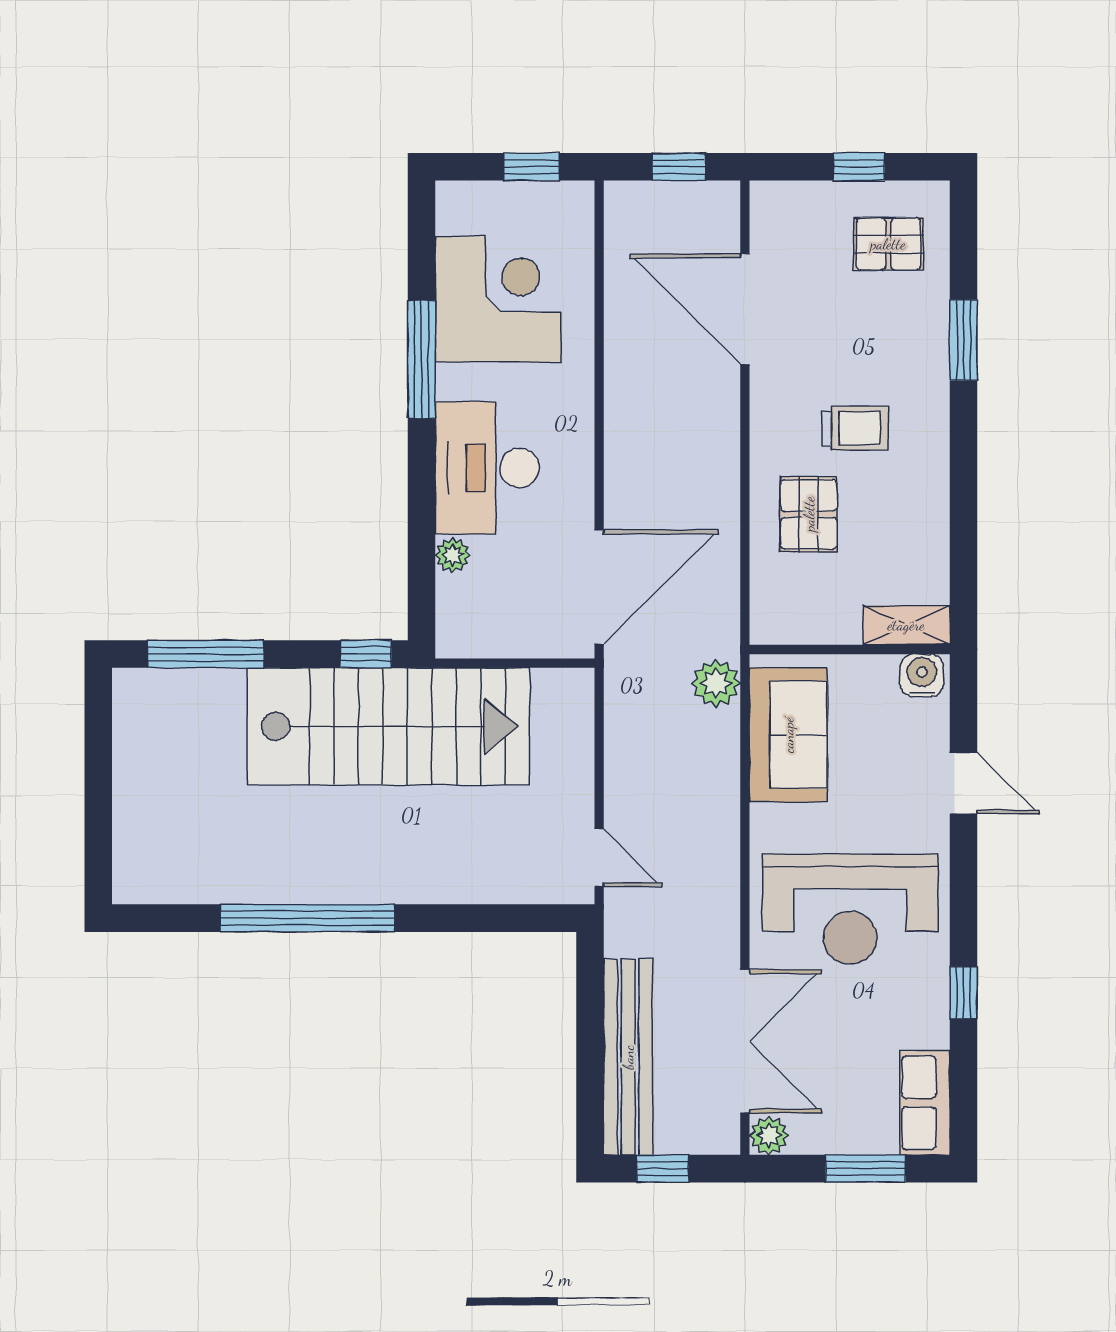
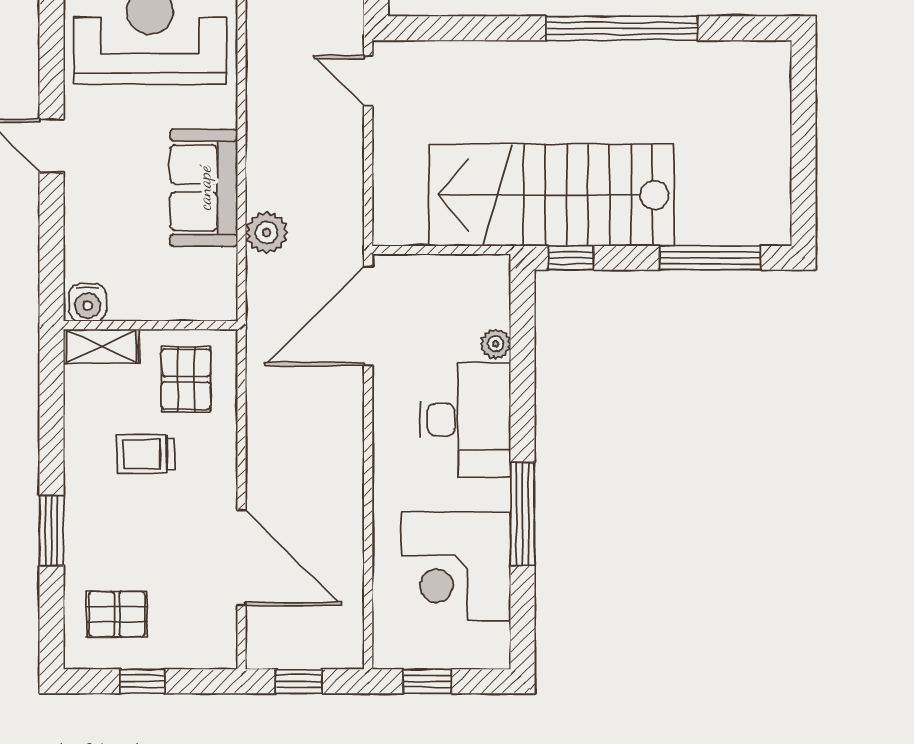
shelving: (906, 625) -> (101, 346), moved
wall: (850, 649) -> (151, 325), moved
water cooler: (922, 675) -> (88, 303), moved

